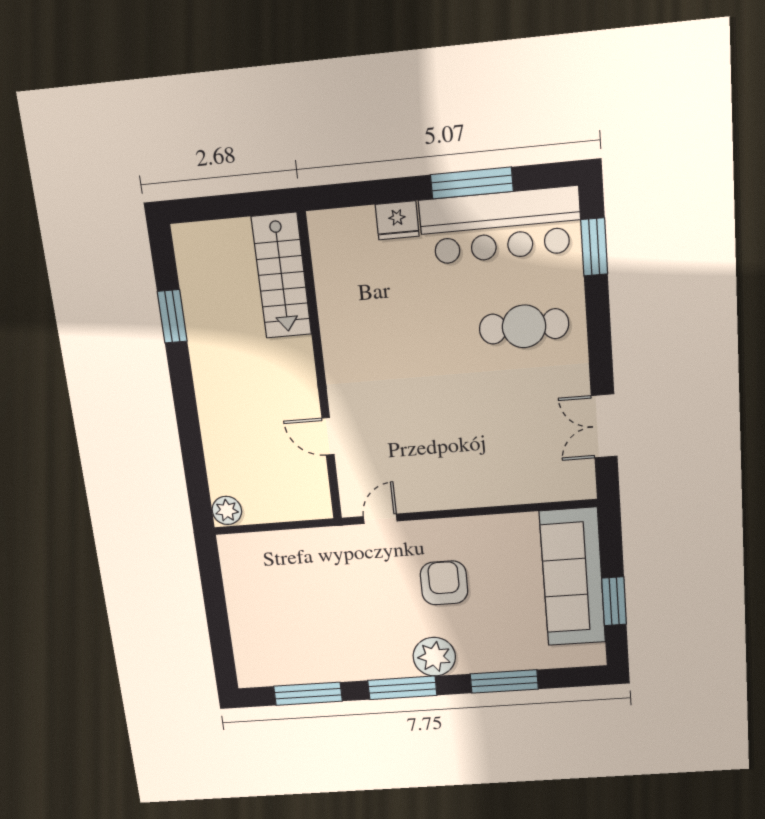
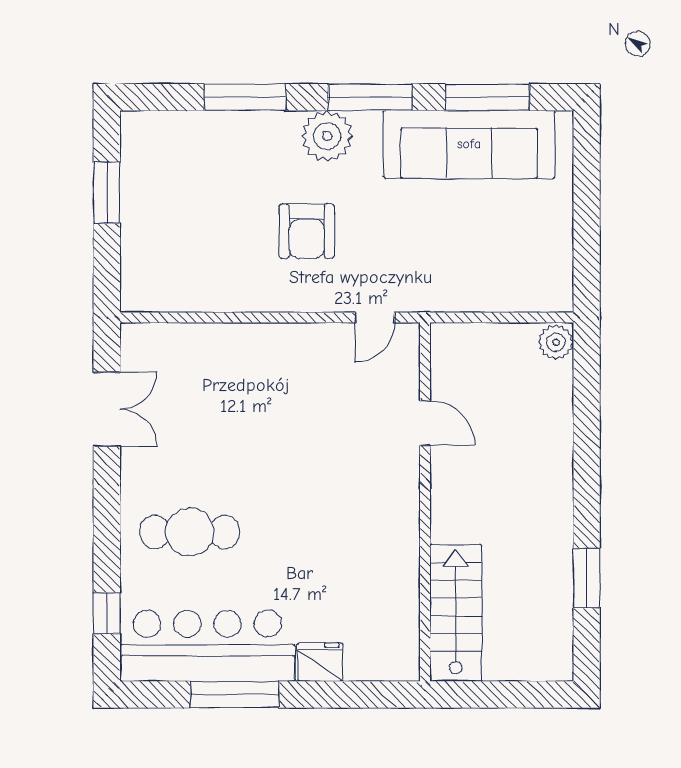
window: (594, 247) -> (107, 613), width x0.67
sofa: (573, 577) -> (469, 144), moved, turned 90

